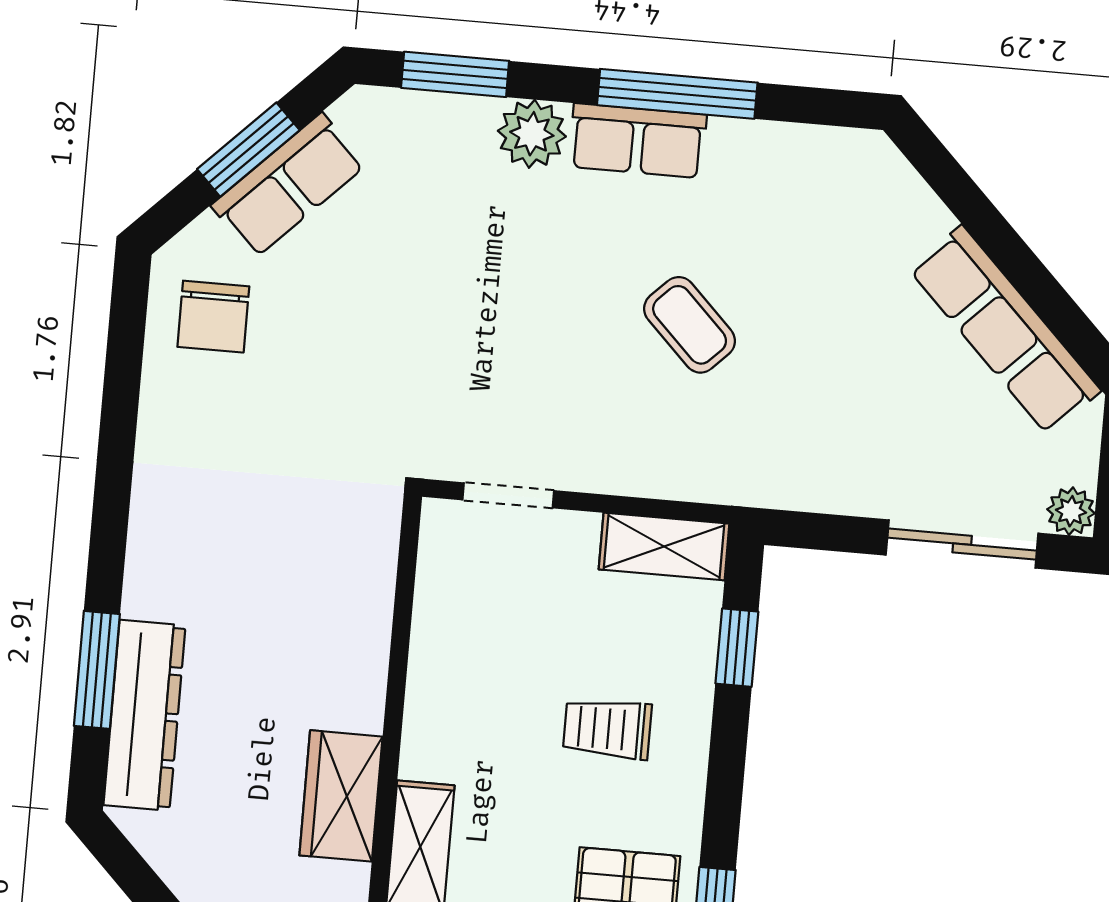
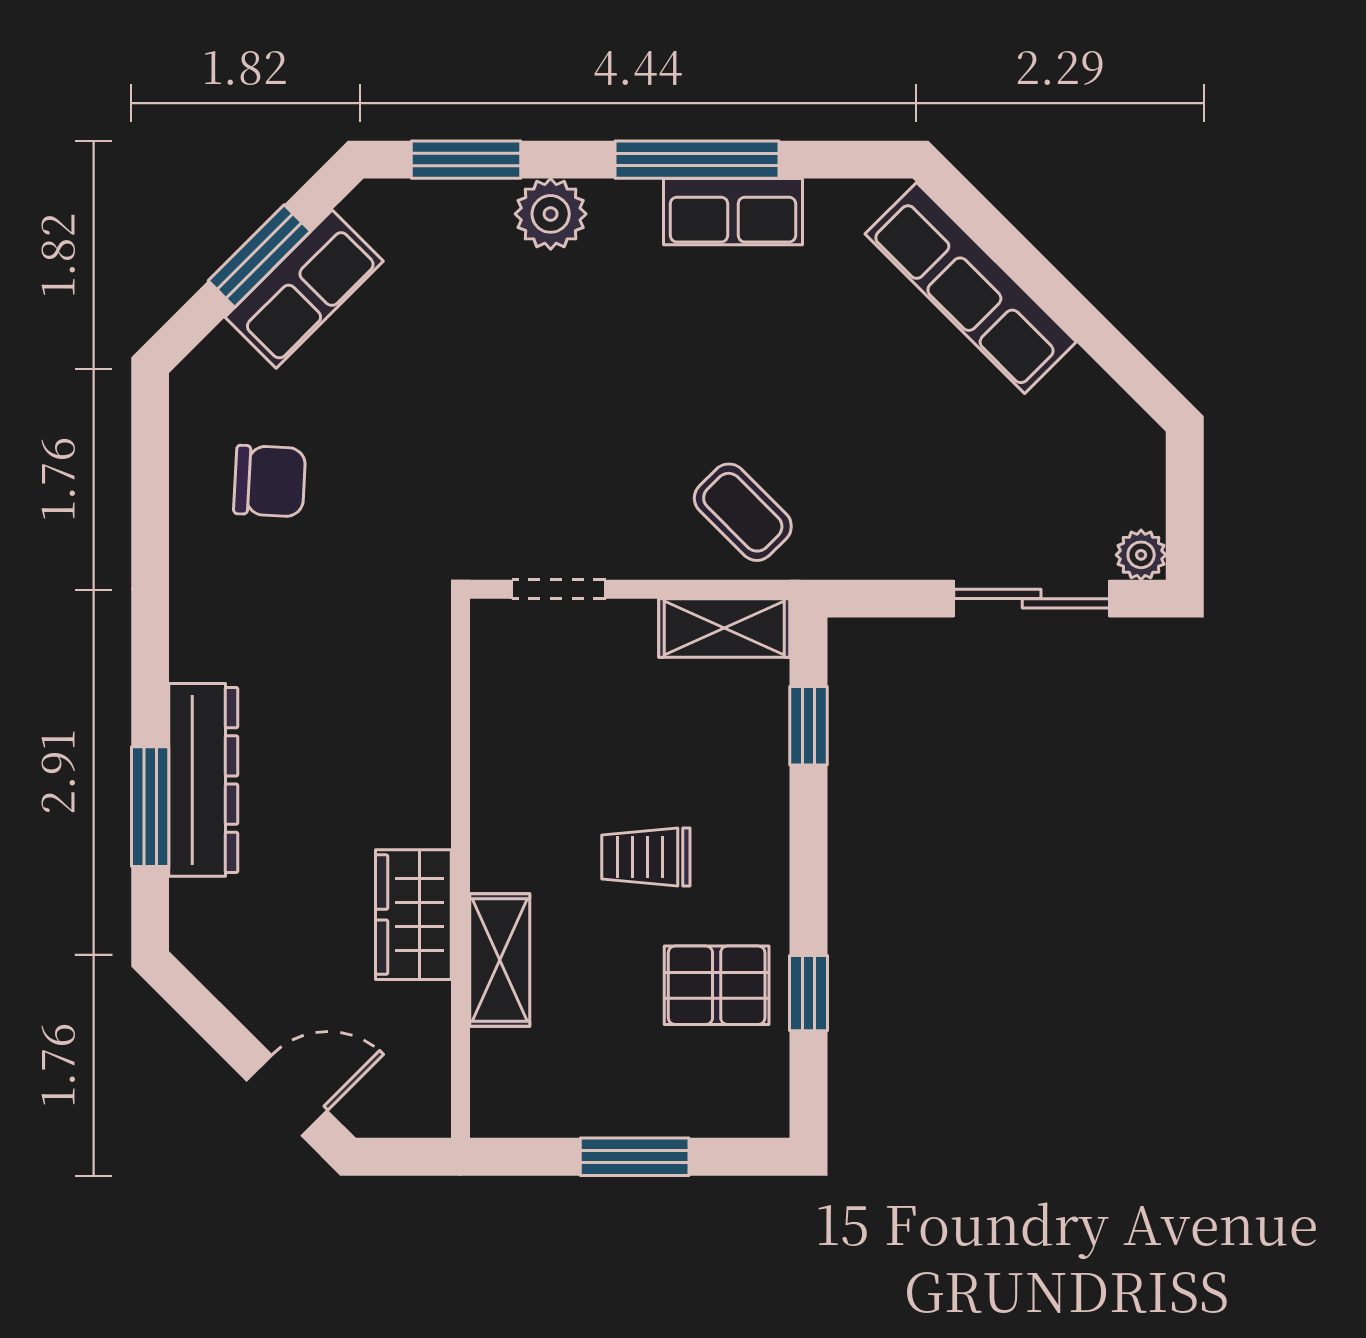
row of seats: (638, 141) -> (733, 212), moved
chair: (213, 317) -> (270, 481), moved, turned -87
coffee table: (690, 325) -> (743, 512), moved
row of seats: (1005, 330) -> (971, 288), moved
dresser: (144, 715) -> (203, 780), moved
trolley: (607, 729) -> (646, 857), moved

